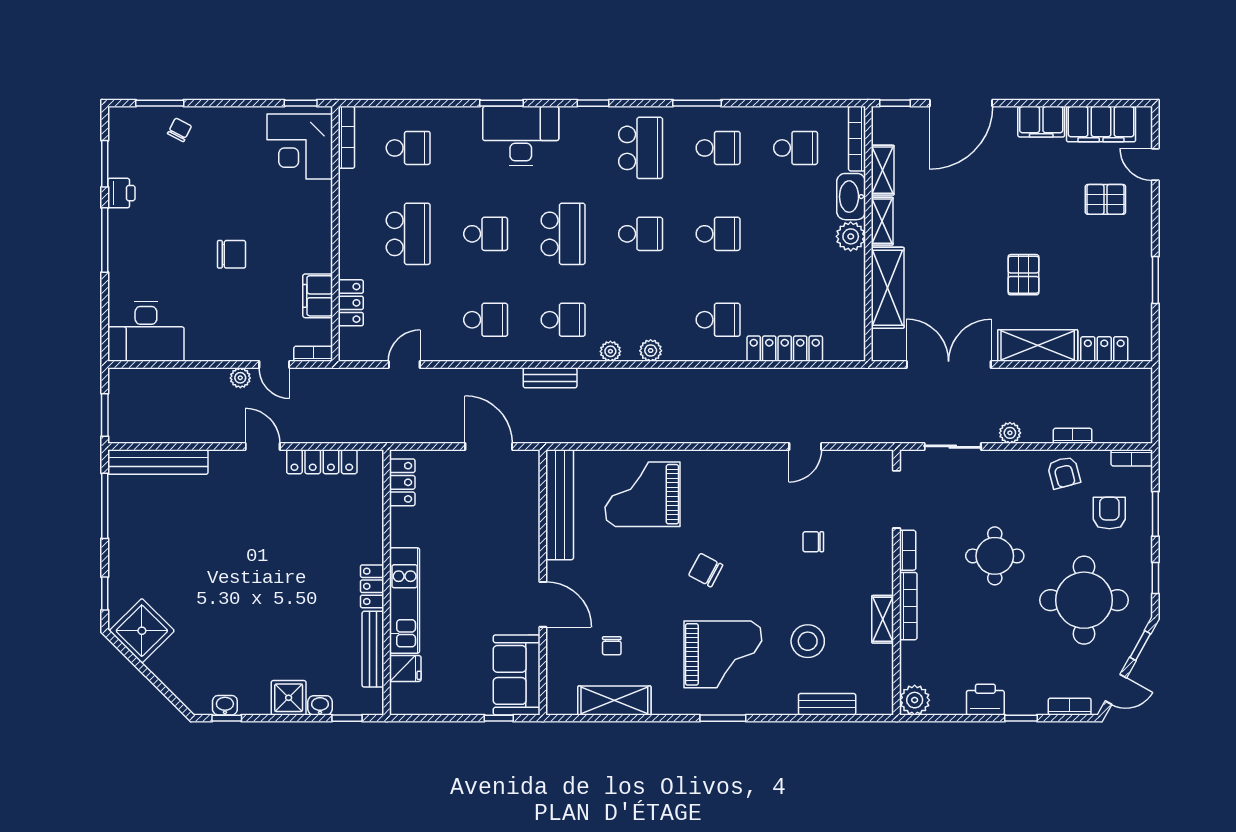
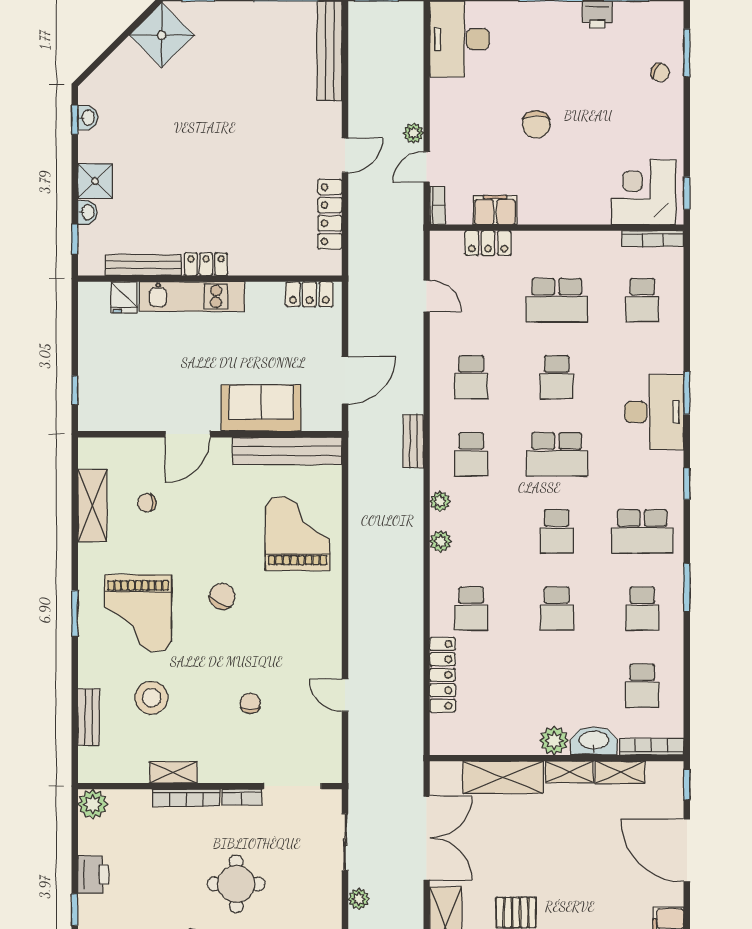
sofa: (517, 675) -> (261, 408), moved

